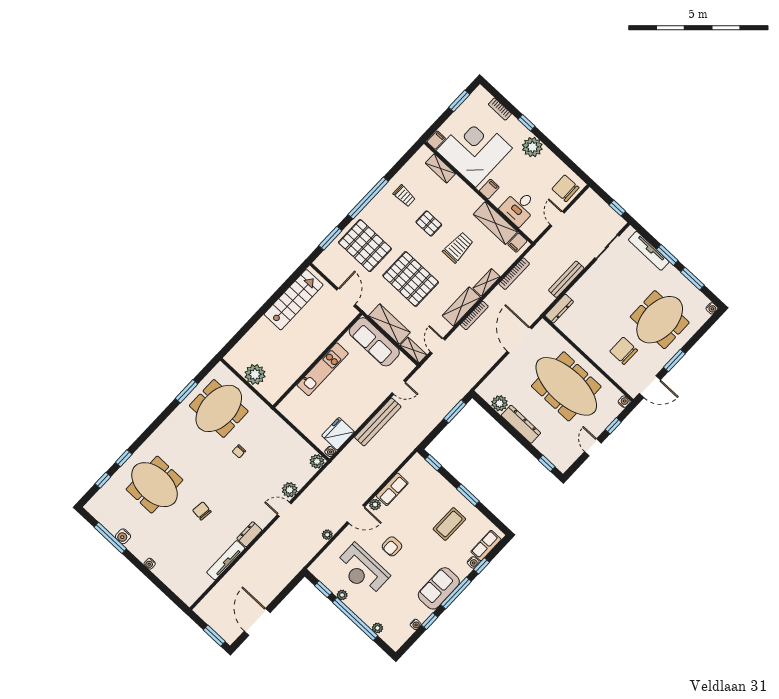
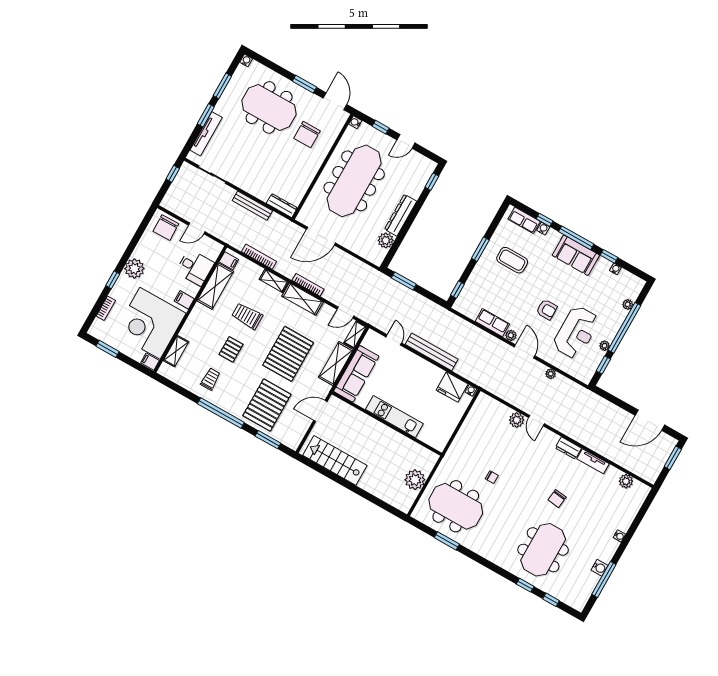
plant: (317, 461) -> (626, 481), moved
tv unit: (226, 560) -> (593, 461), width x0.71

